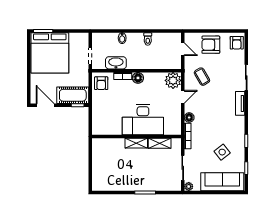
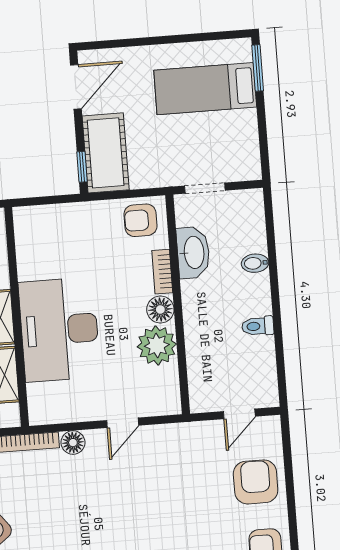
bed: (50, 53) -> (205, 89), width x0.49
coffee table: (202, 77) -> (176, 466), removed
plant: (173, 80) -> (157, 345), moved
door: (183, 97) -> (123, 423), hinge flipped

